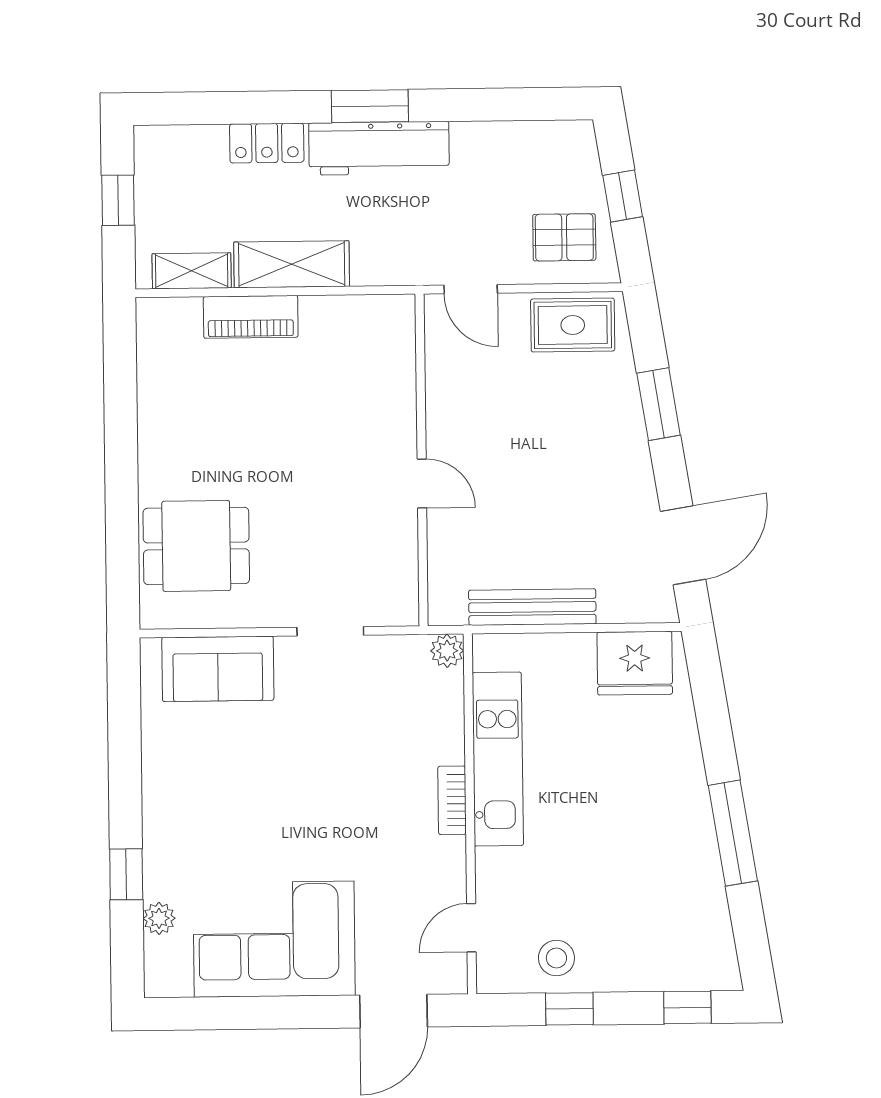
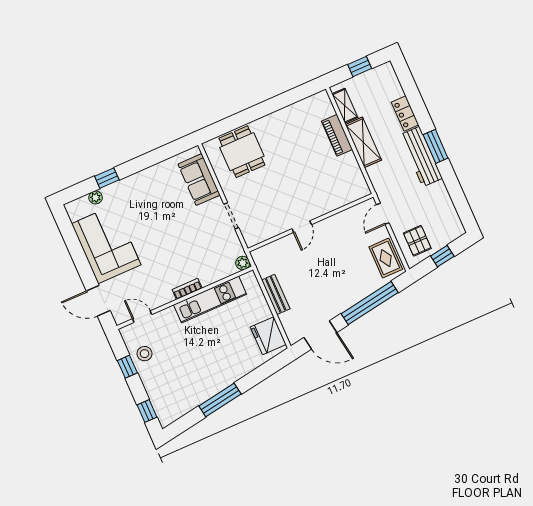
window: (659, 404) -> (370, 303), width x2.11
bench: (532, 607) -> (276, 294), width x0.73

